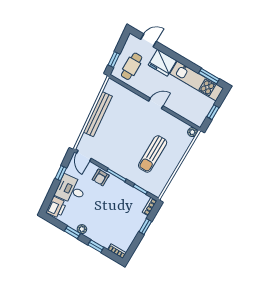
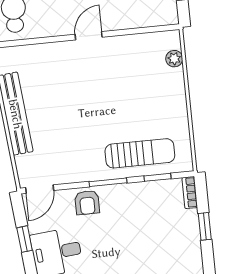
plant: (192, 132) -> (174, 59), moved
sun lounger: (153, 154) -> (140, 153), moved, turned -90
door: (84, 156) -> (40, 189), hinge flipped

